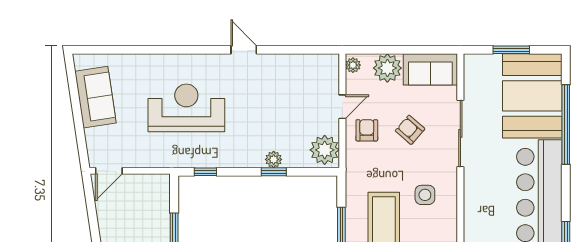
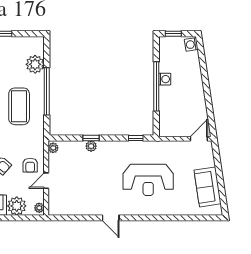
plant: (325, 150) -> (53, 148), width x0.53, depth x0.53

